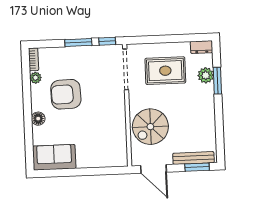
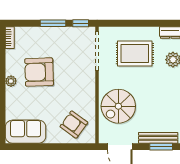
plant: (36, 78) -> (11, 81), moved
floor lamp: (38, 119) -> (12, 94), removed
armchair: (105, 148) -> (74, 125), added

